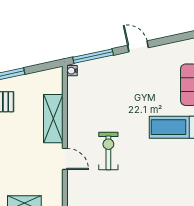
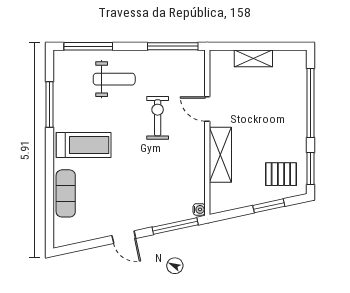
exercise bike: (108, 151) -> (158, 118), turned 180
weight bench: (146, 185) -> (114, 79), added

